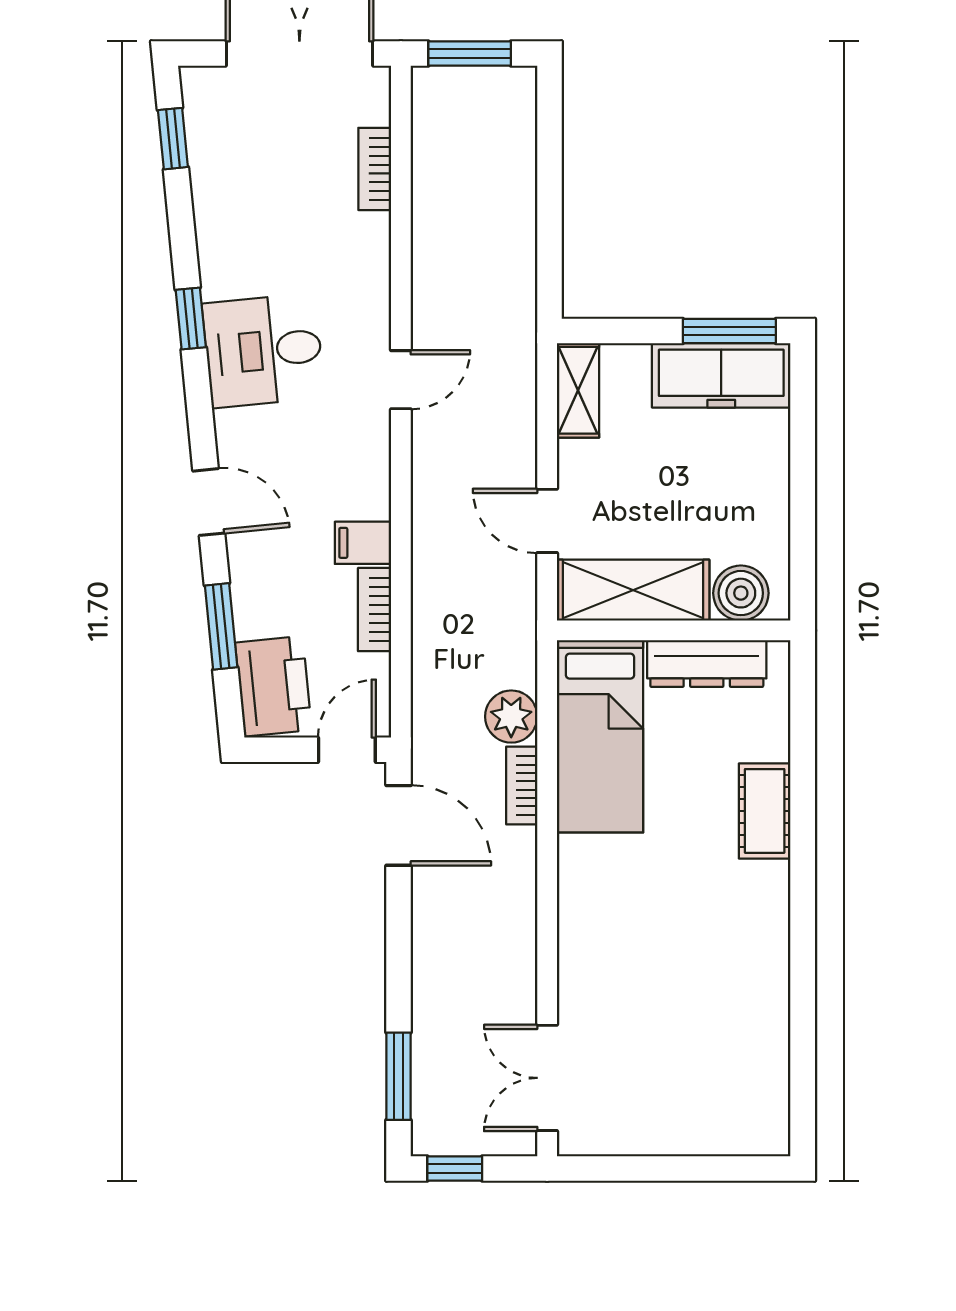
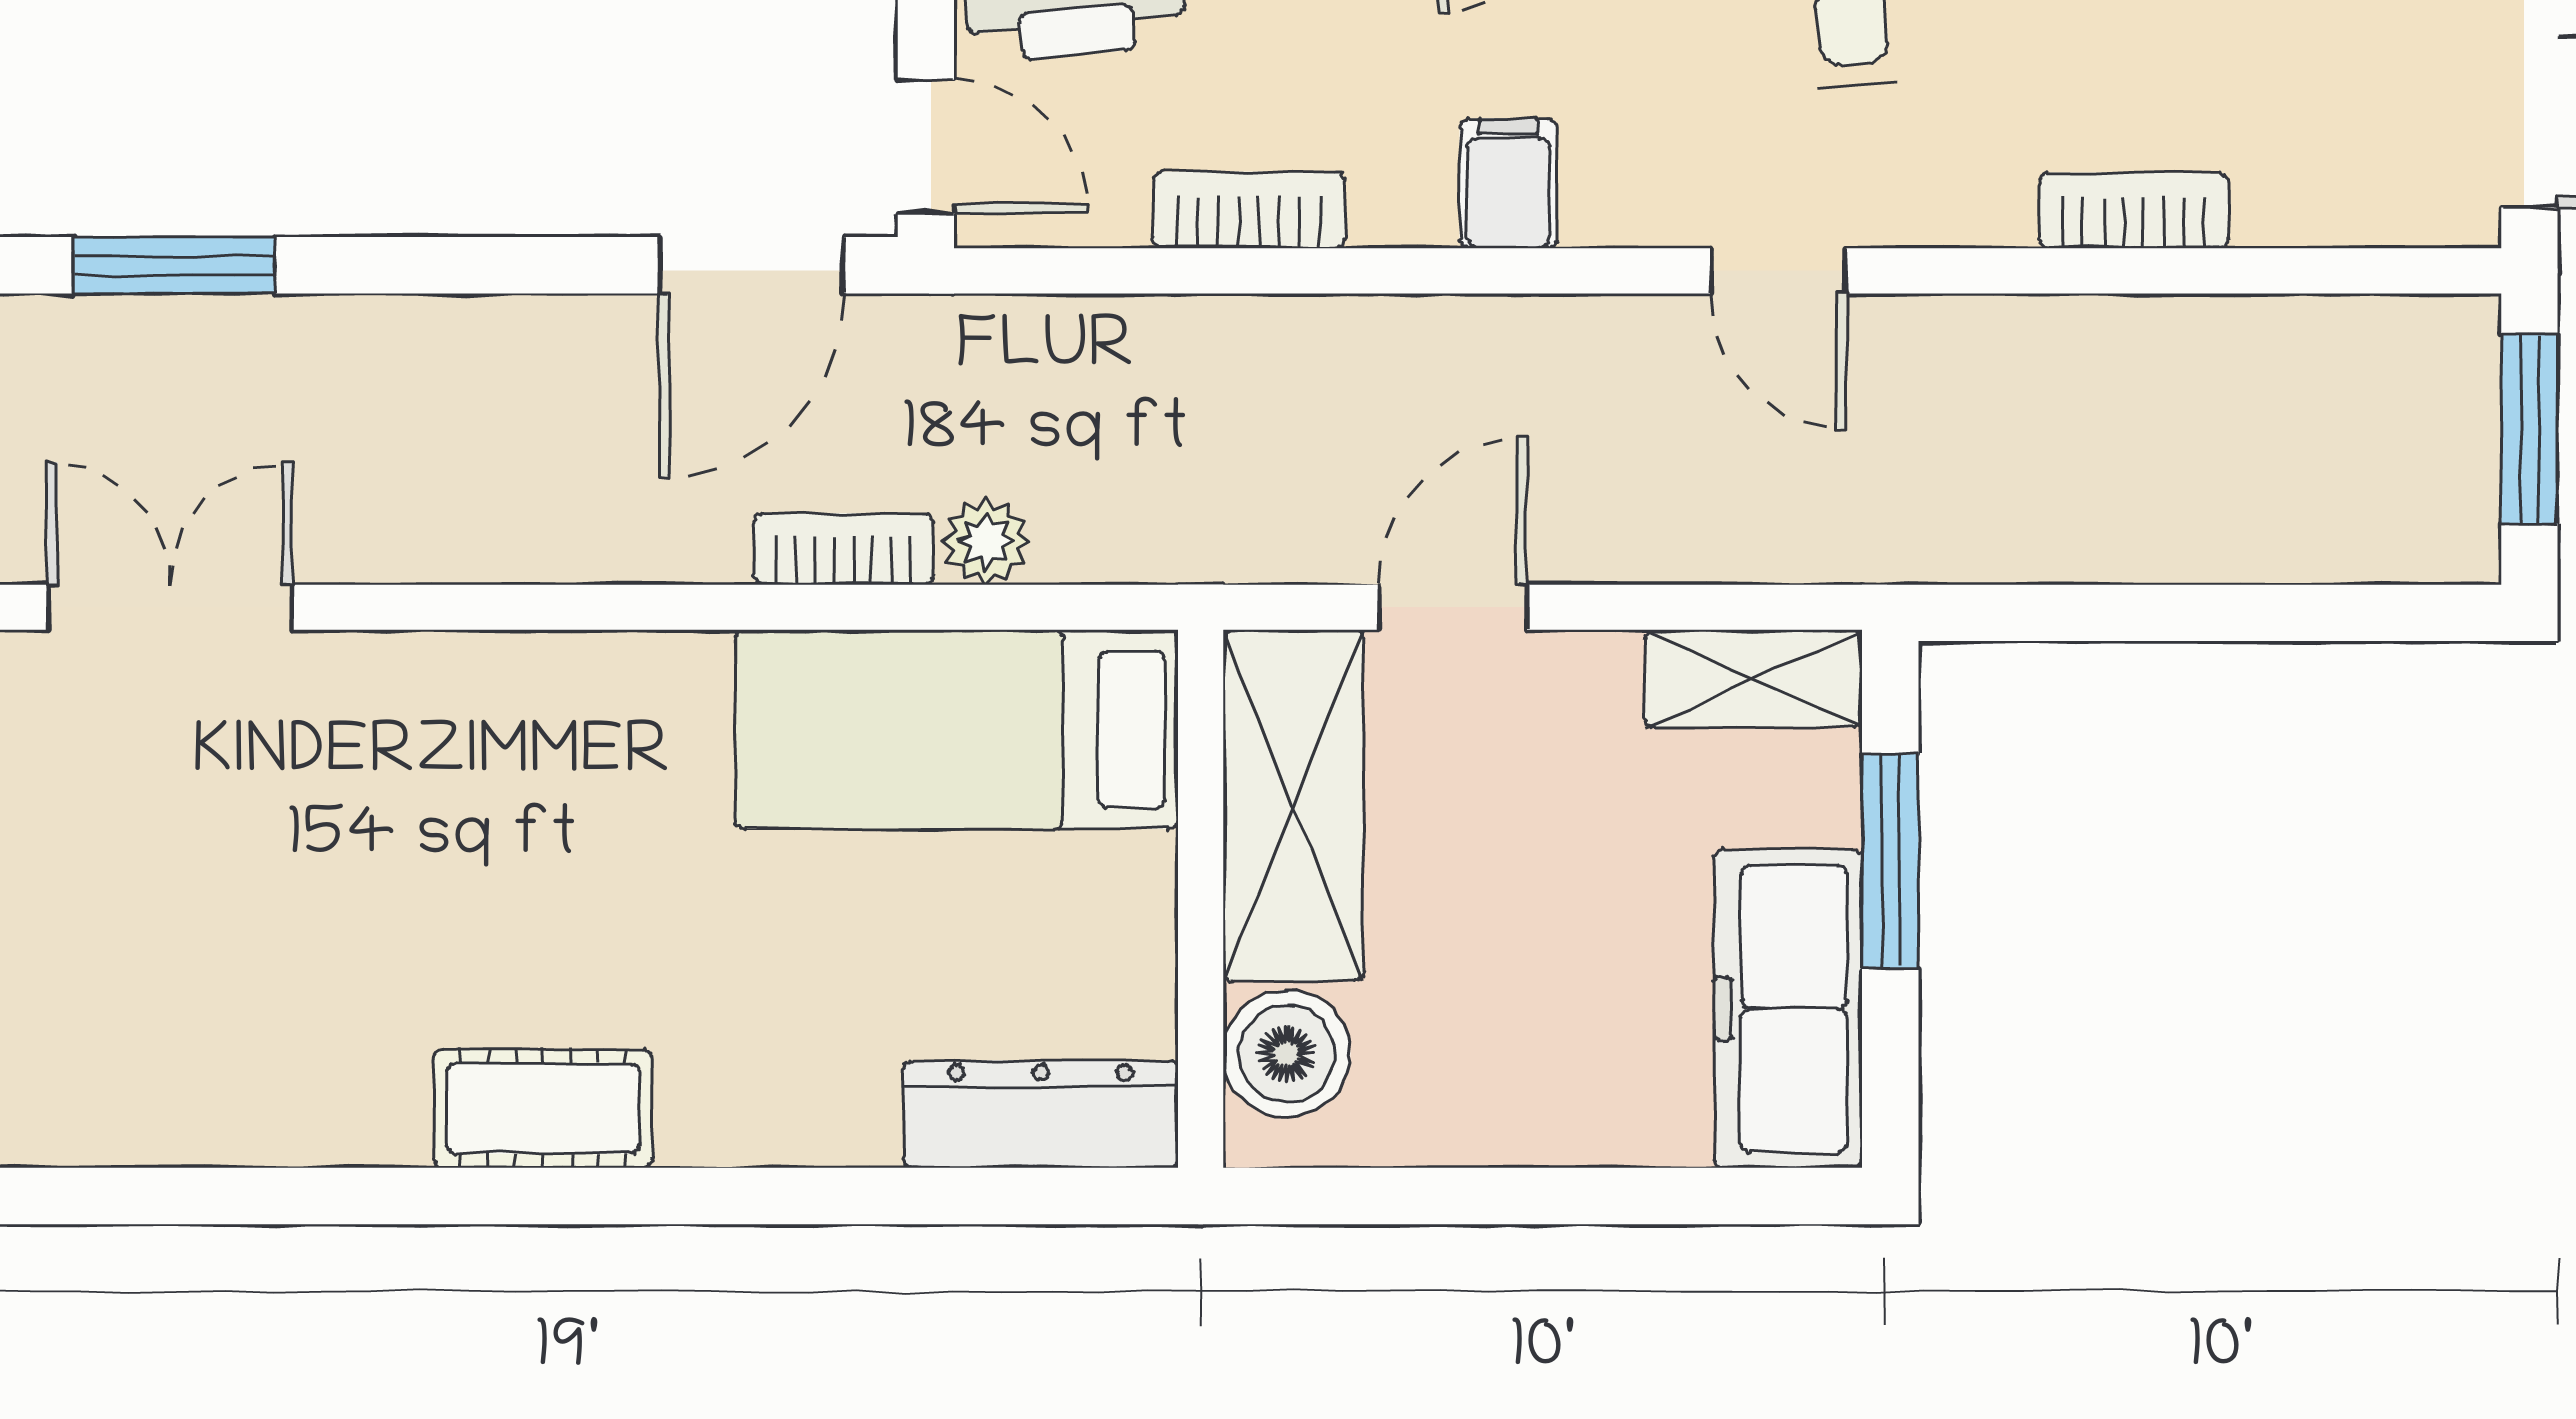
bookcase: (375, 169) -> (2134, 211), moved
window: (729, 331) -> (1890, 861), moved
filing cabinet: (363, 543) -> (1508, 184), moved
dresser: (707, 664) -> (1041, 1114), moved, turned 90
plant: (511, 717) -> (986, 541), width x0.73, depth x0.73
cot: (765, 811) -> (543, 1108), moved

